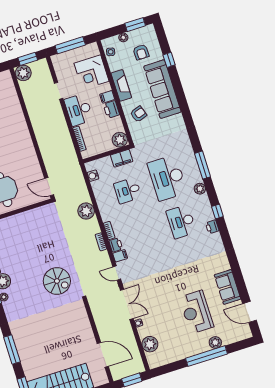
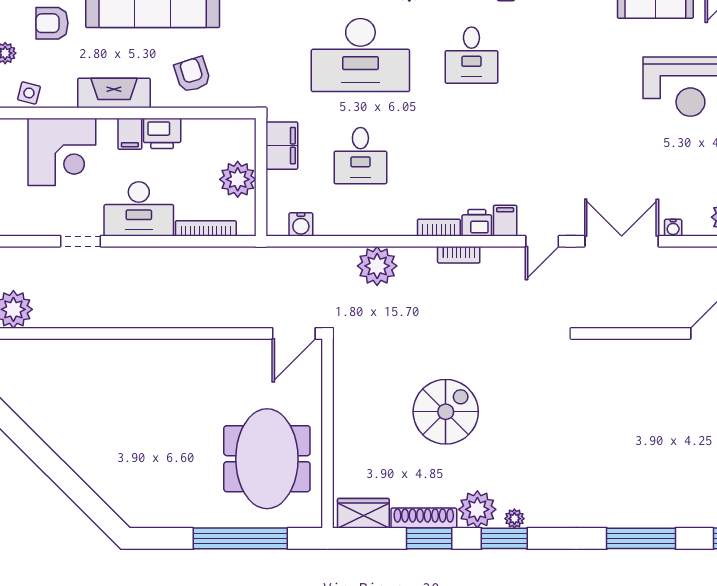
armchair: (141, 52) -> (52, 23), turned 180
plant: (120, 140) -> (238, 179), moved
desk: (181, 222) -> (471, 55), width x0.73
spiral stairs: (57, 281) -> (446, 412), moved

